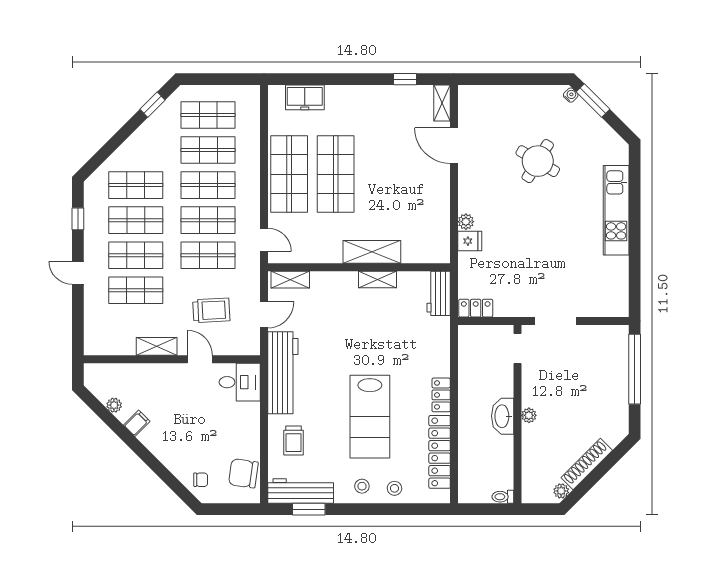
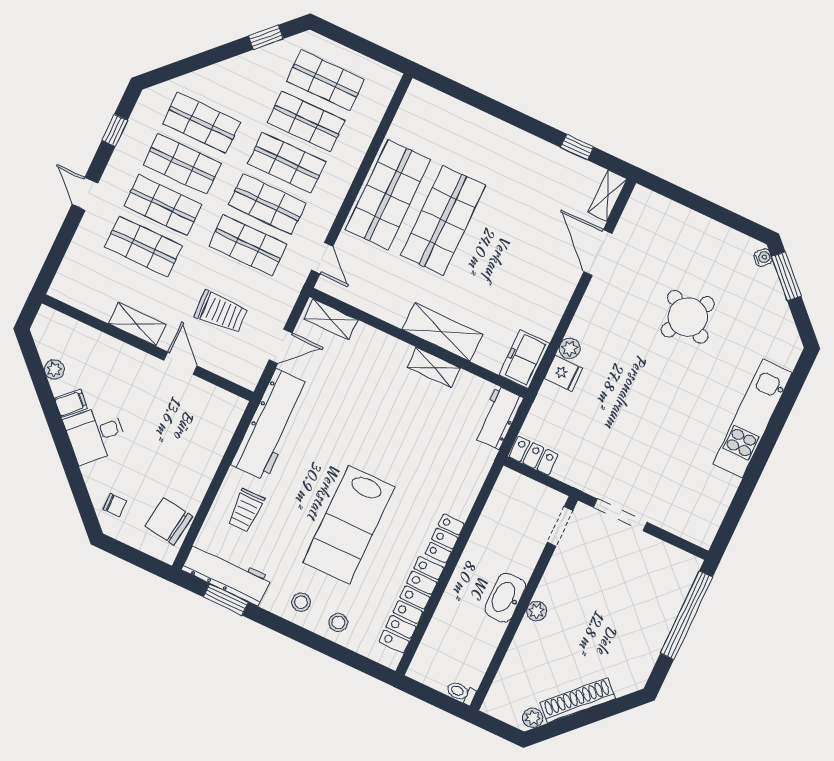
freezer: (305, 97) -> (524, 359), moved, turned 90
desk: (240, 382) -> (95, 434), moved, turned 135

